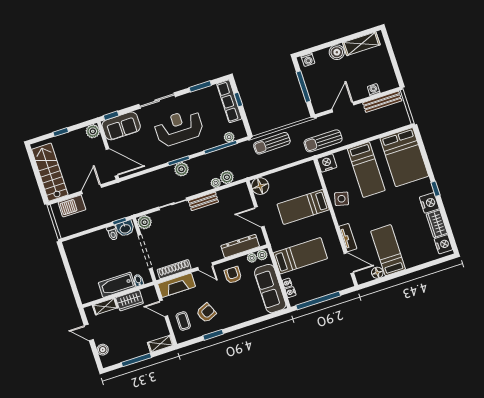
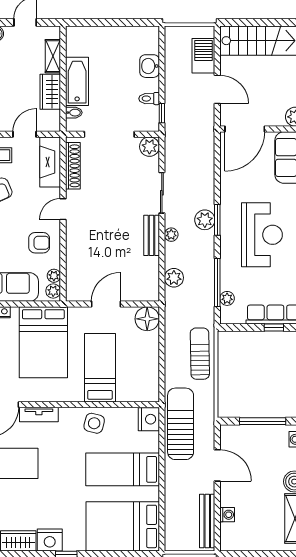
sun lounger: (323, 141) -> (181, 424), width x1.36, depth x1.34
plant: (216, 183) -> (171, 235), moved
washbasin: (125, 228) -> (150, 66), moved
dresser: (240, 246) -> (75, 265), removed
bed: (300, 256) -> (43, 342), width x1.50

